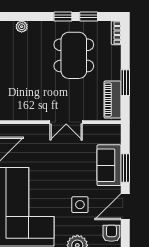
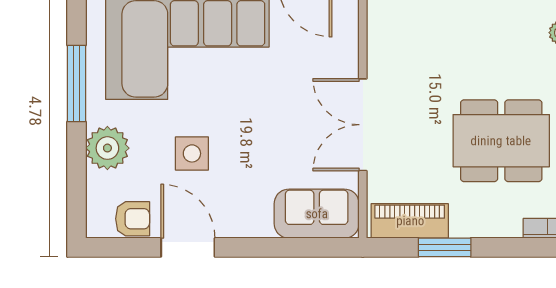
double door: (66, 122) -> (363, 125), width x1.37
sofa: (109, 165) -> (317, 214), moved
window: (125, 168) -> (268, 247), removed

